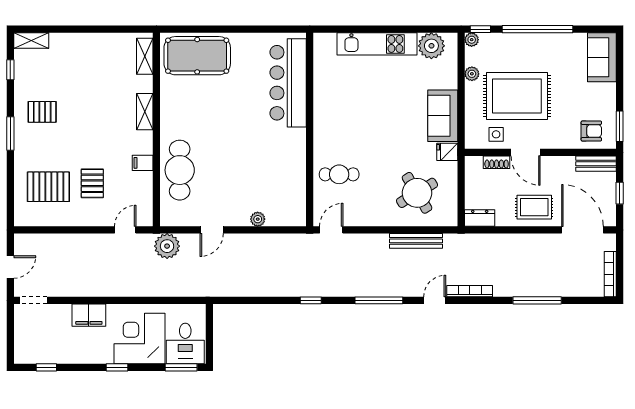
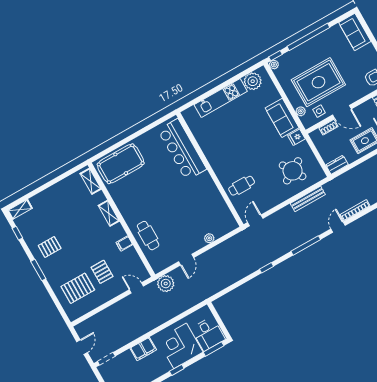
plant: (472, 74) -> (301, 111), moved
cafe table: (180, 170) -> (148, 236), width x0.73, depth x0.74
door: (125, 230) -> (136, 288), hinge flipped

